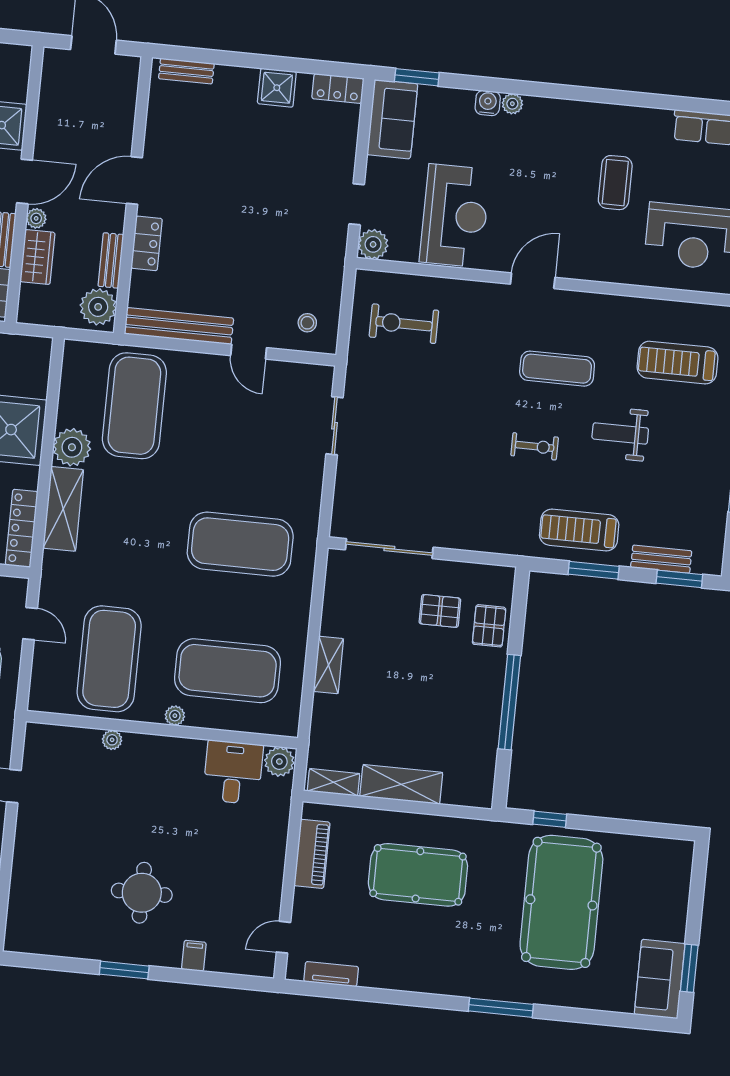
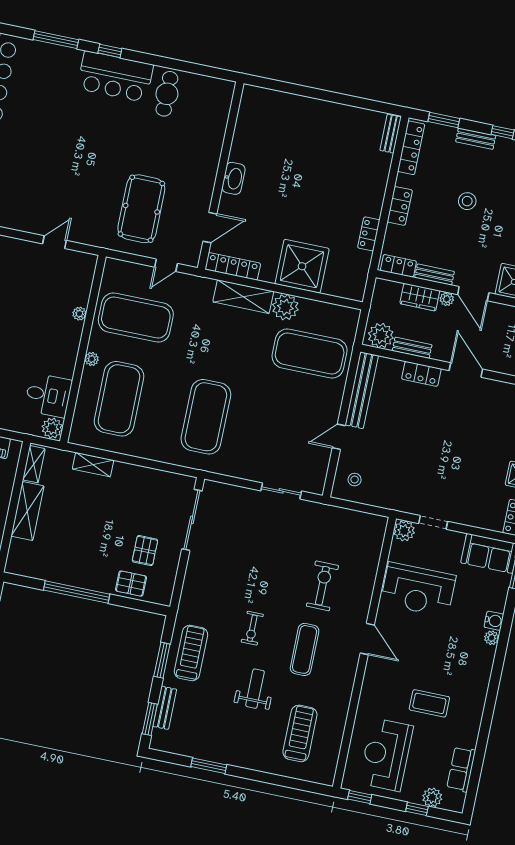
exercise bike: (404, 324) -> (322, 586), moved
shelving: (328, 665) -> (93, 465), moved

